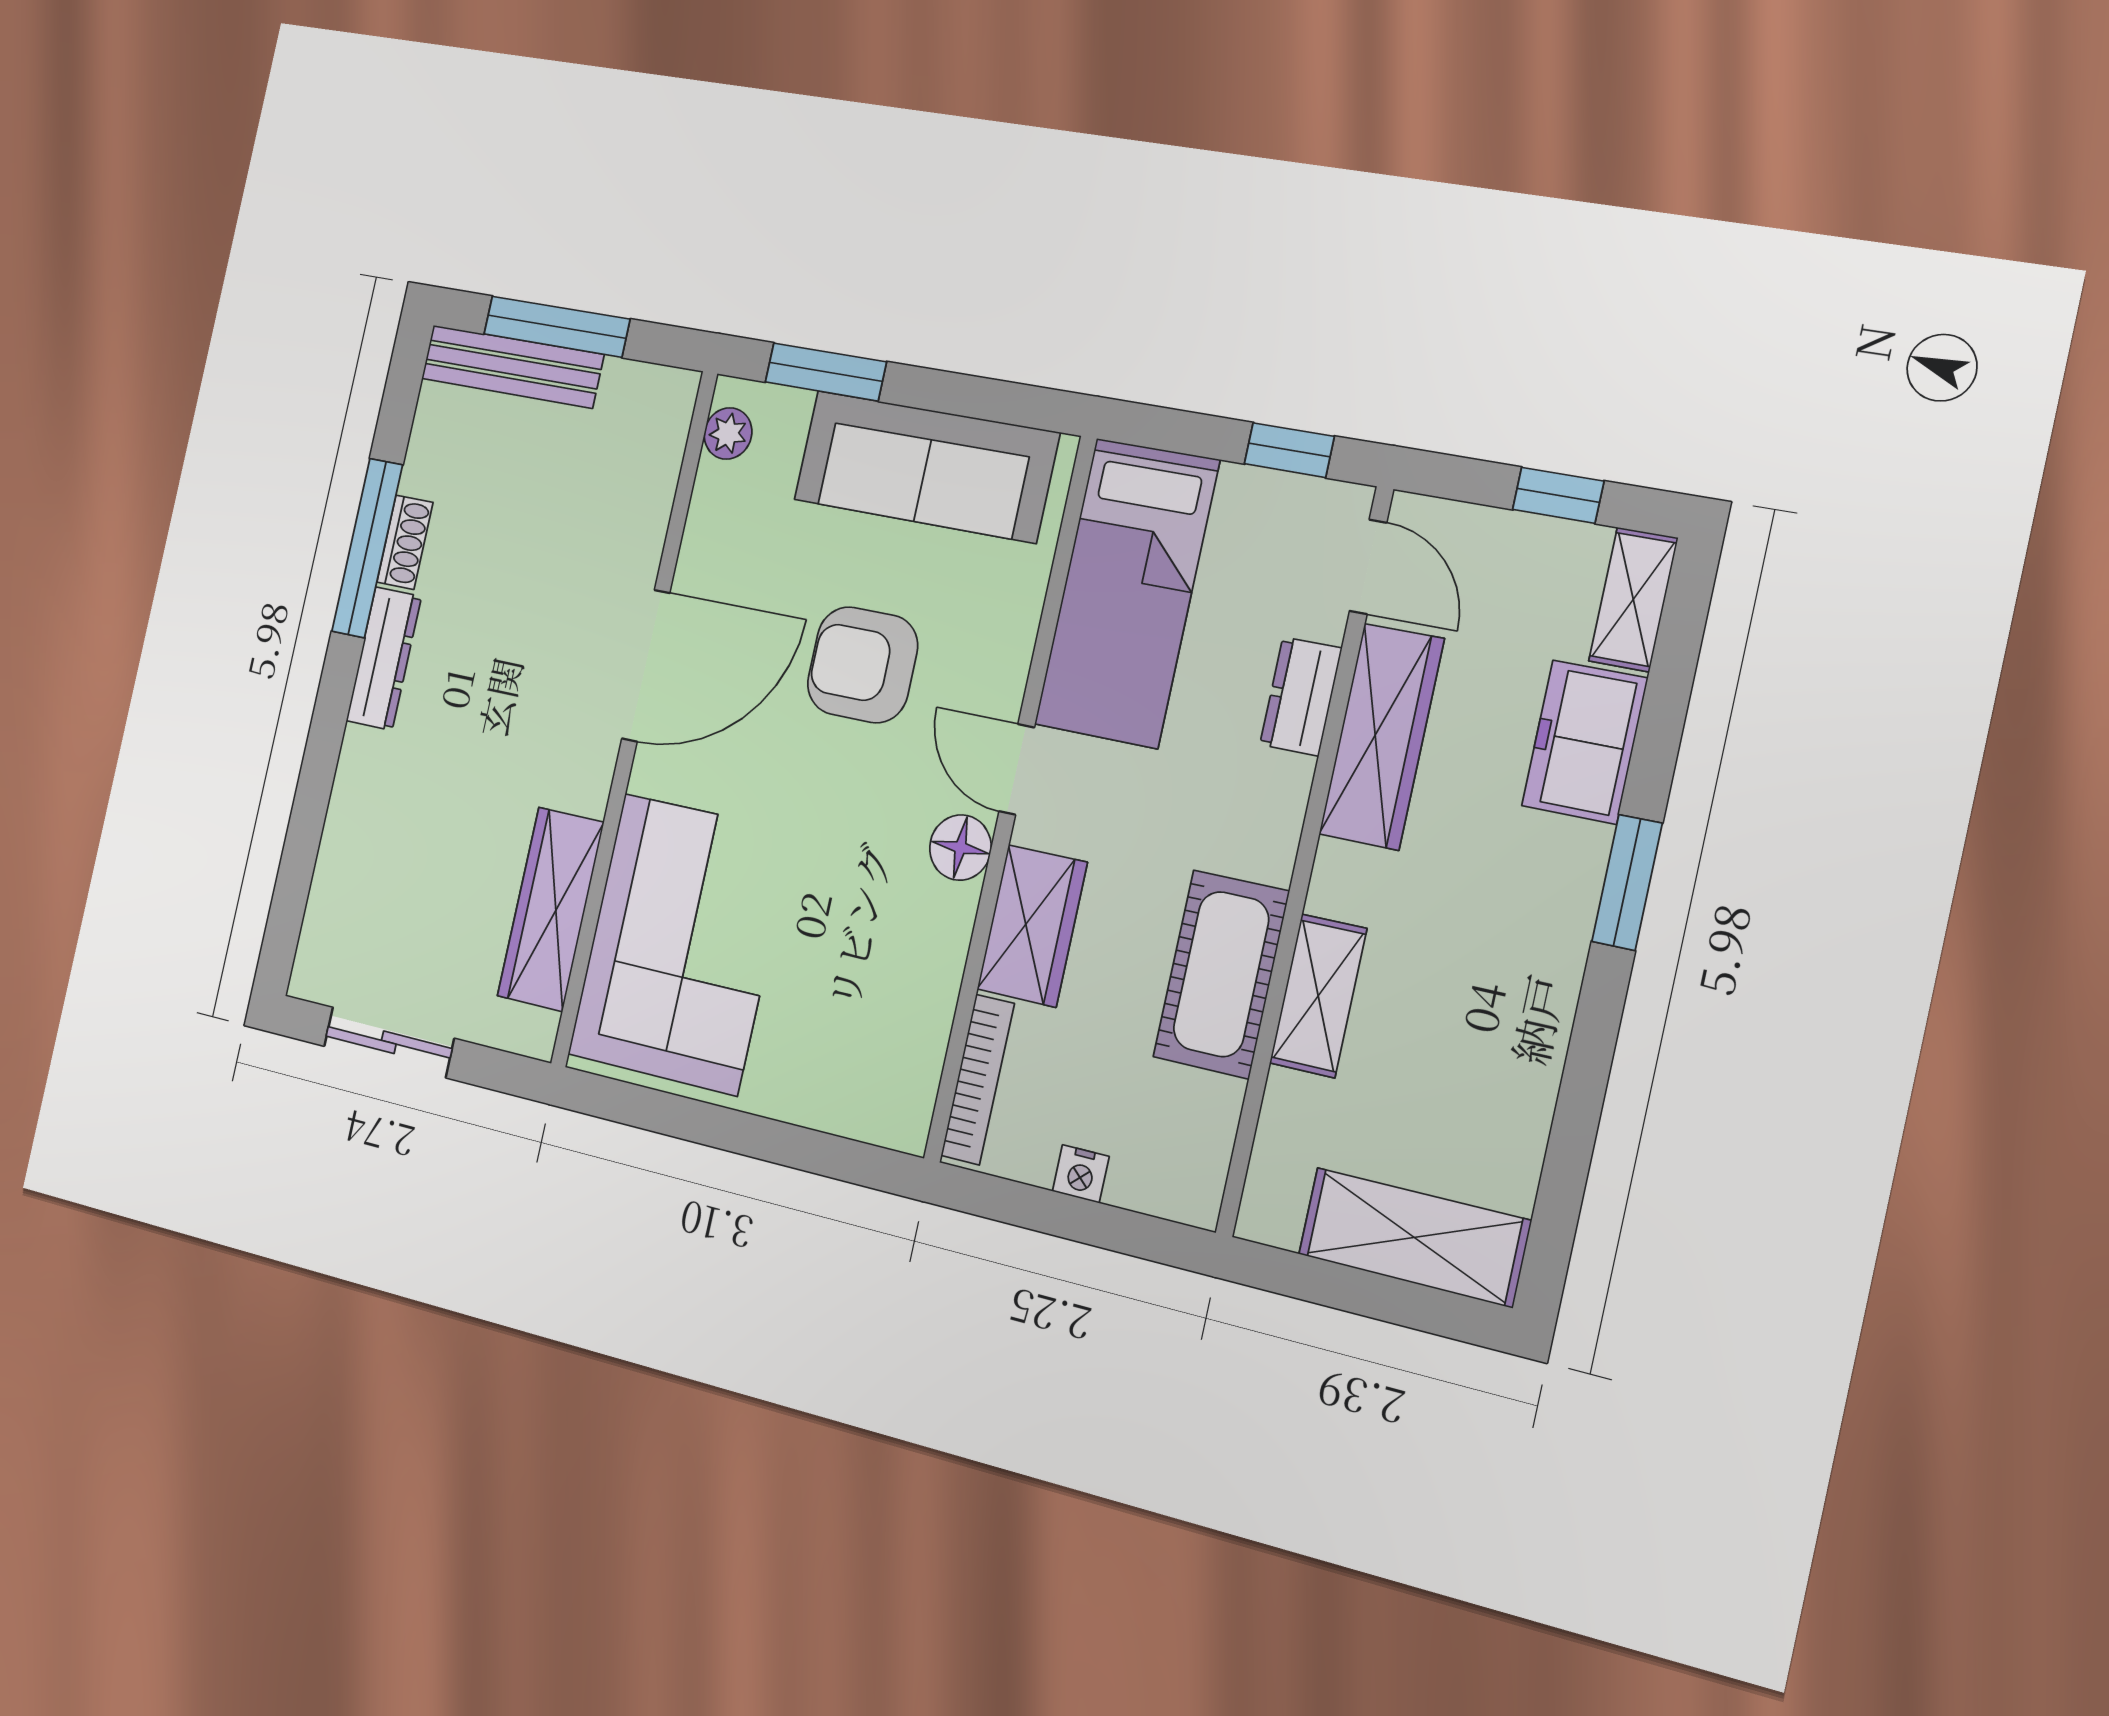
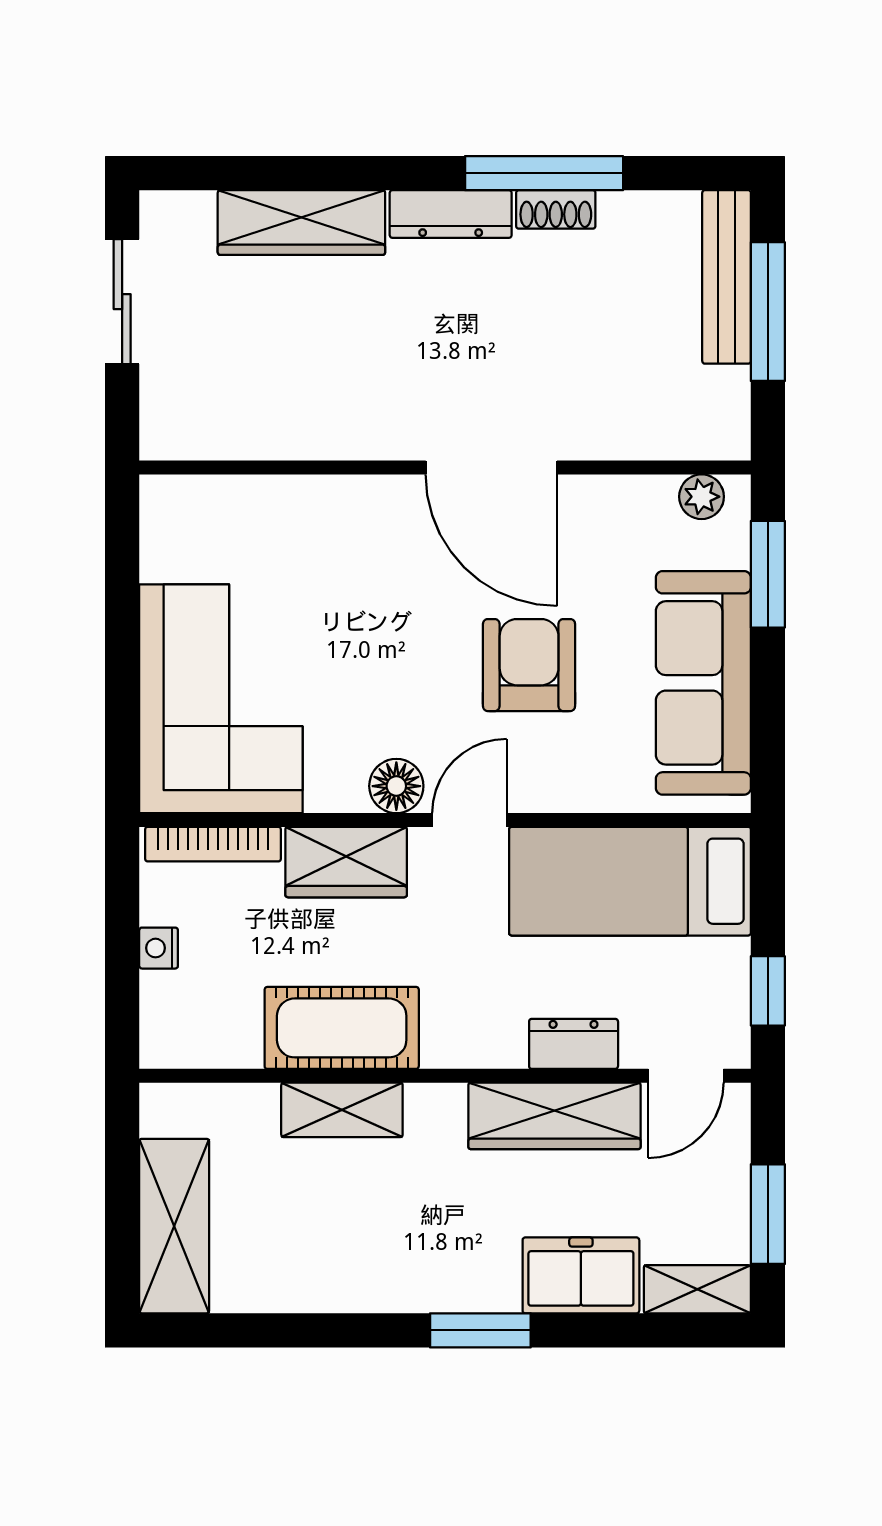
window: (1558, 495) -> (768, 1214), width x1.50
wardrobe: (551, 909) -> (301, 223), moved, turned 180
corner sofa: (681, 944) -> (221, 699), moved, turned -90

